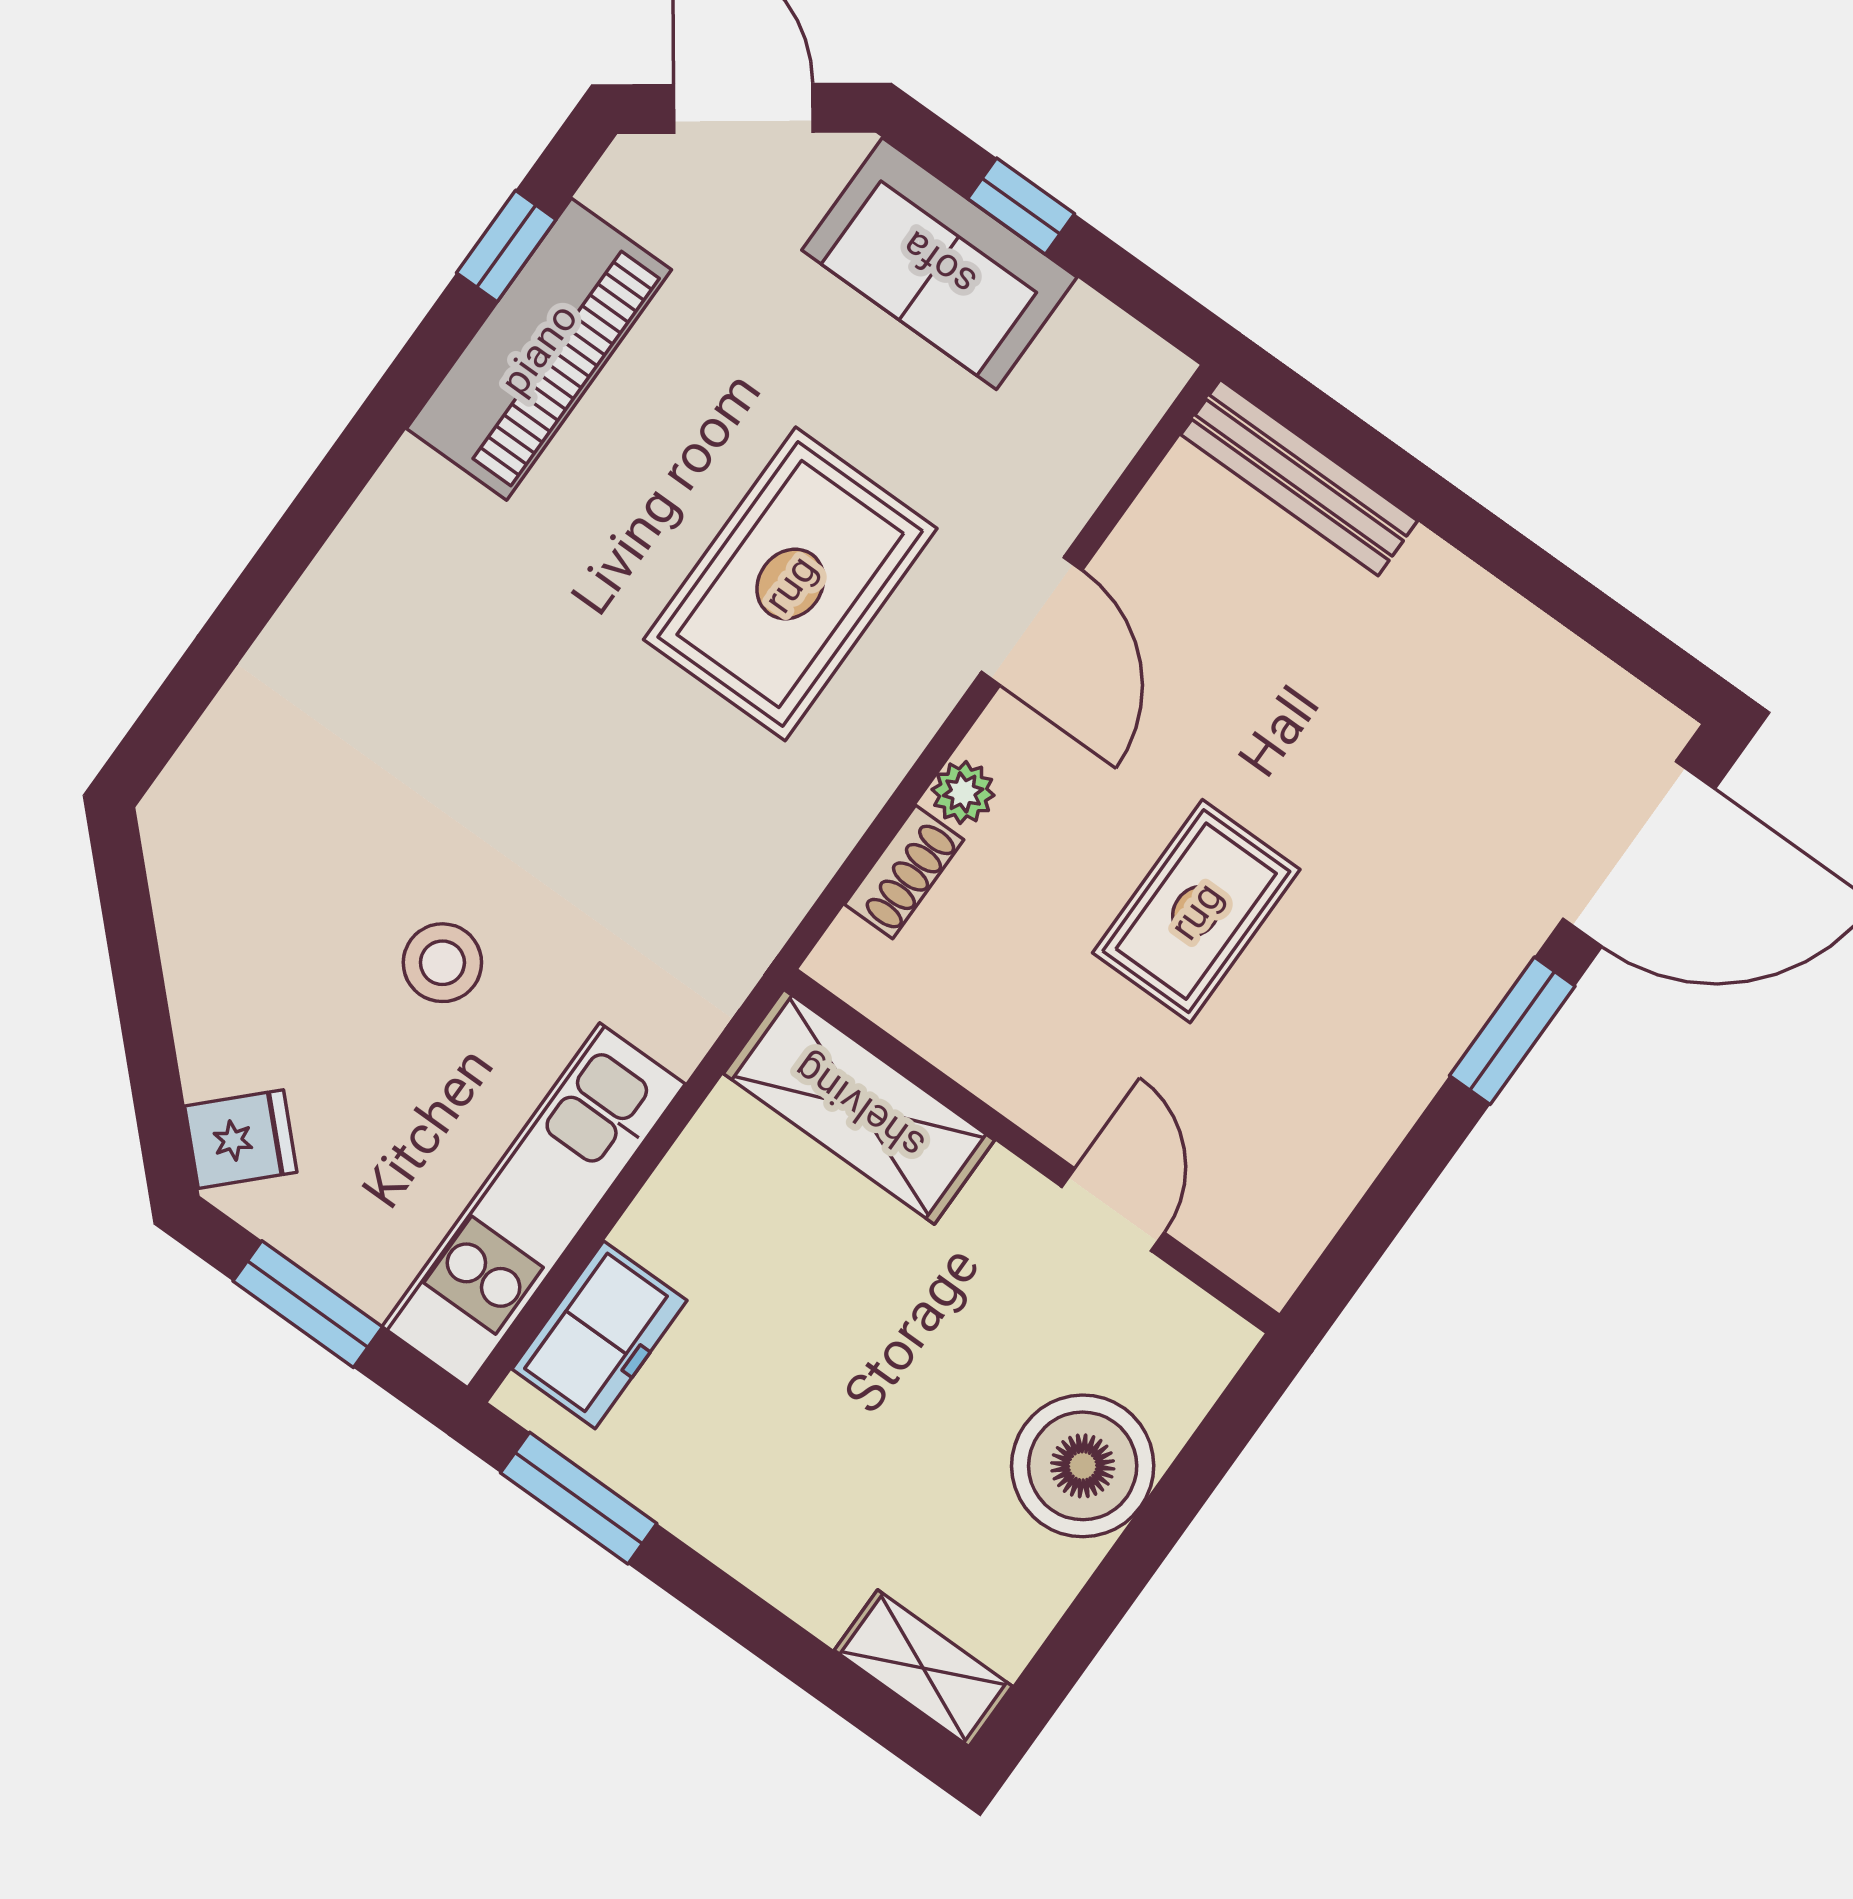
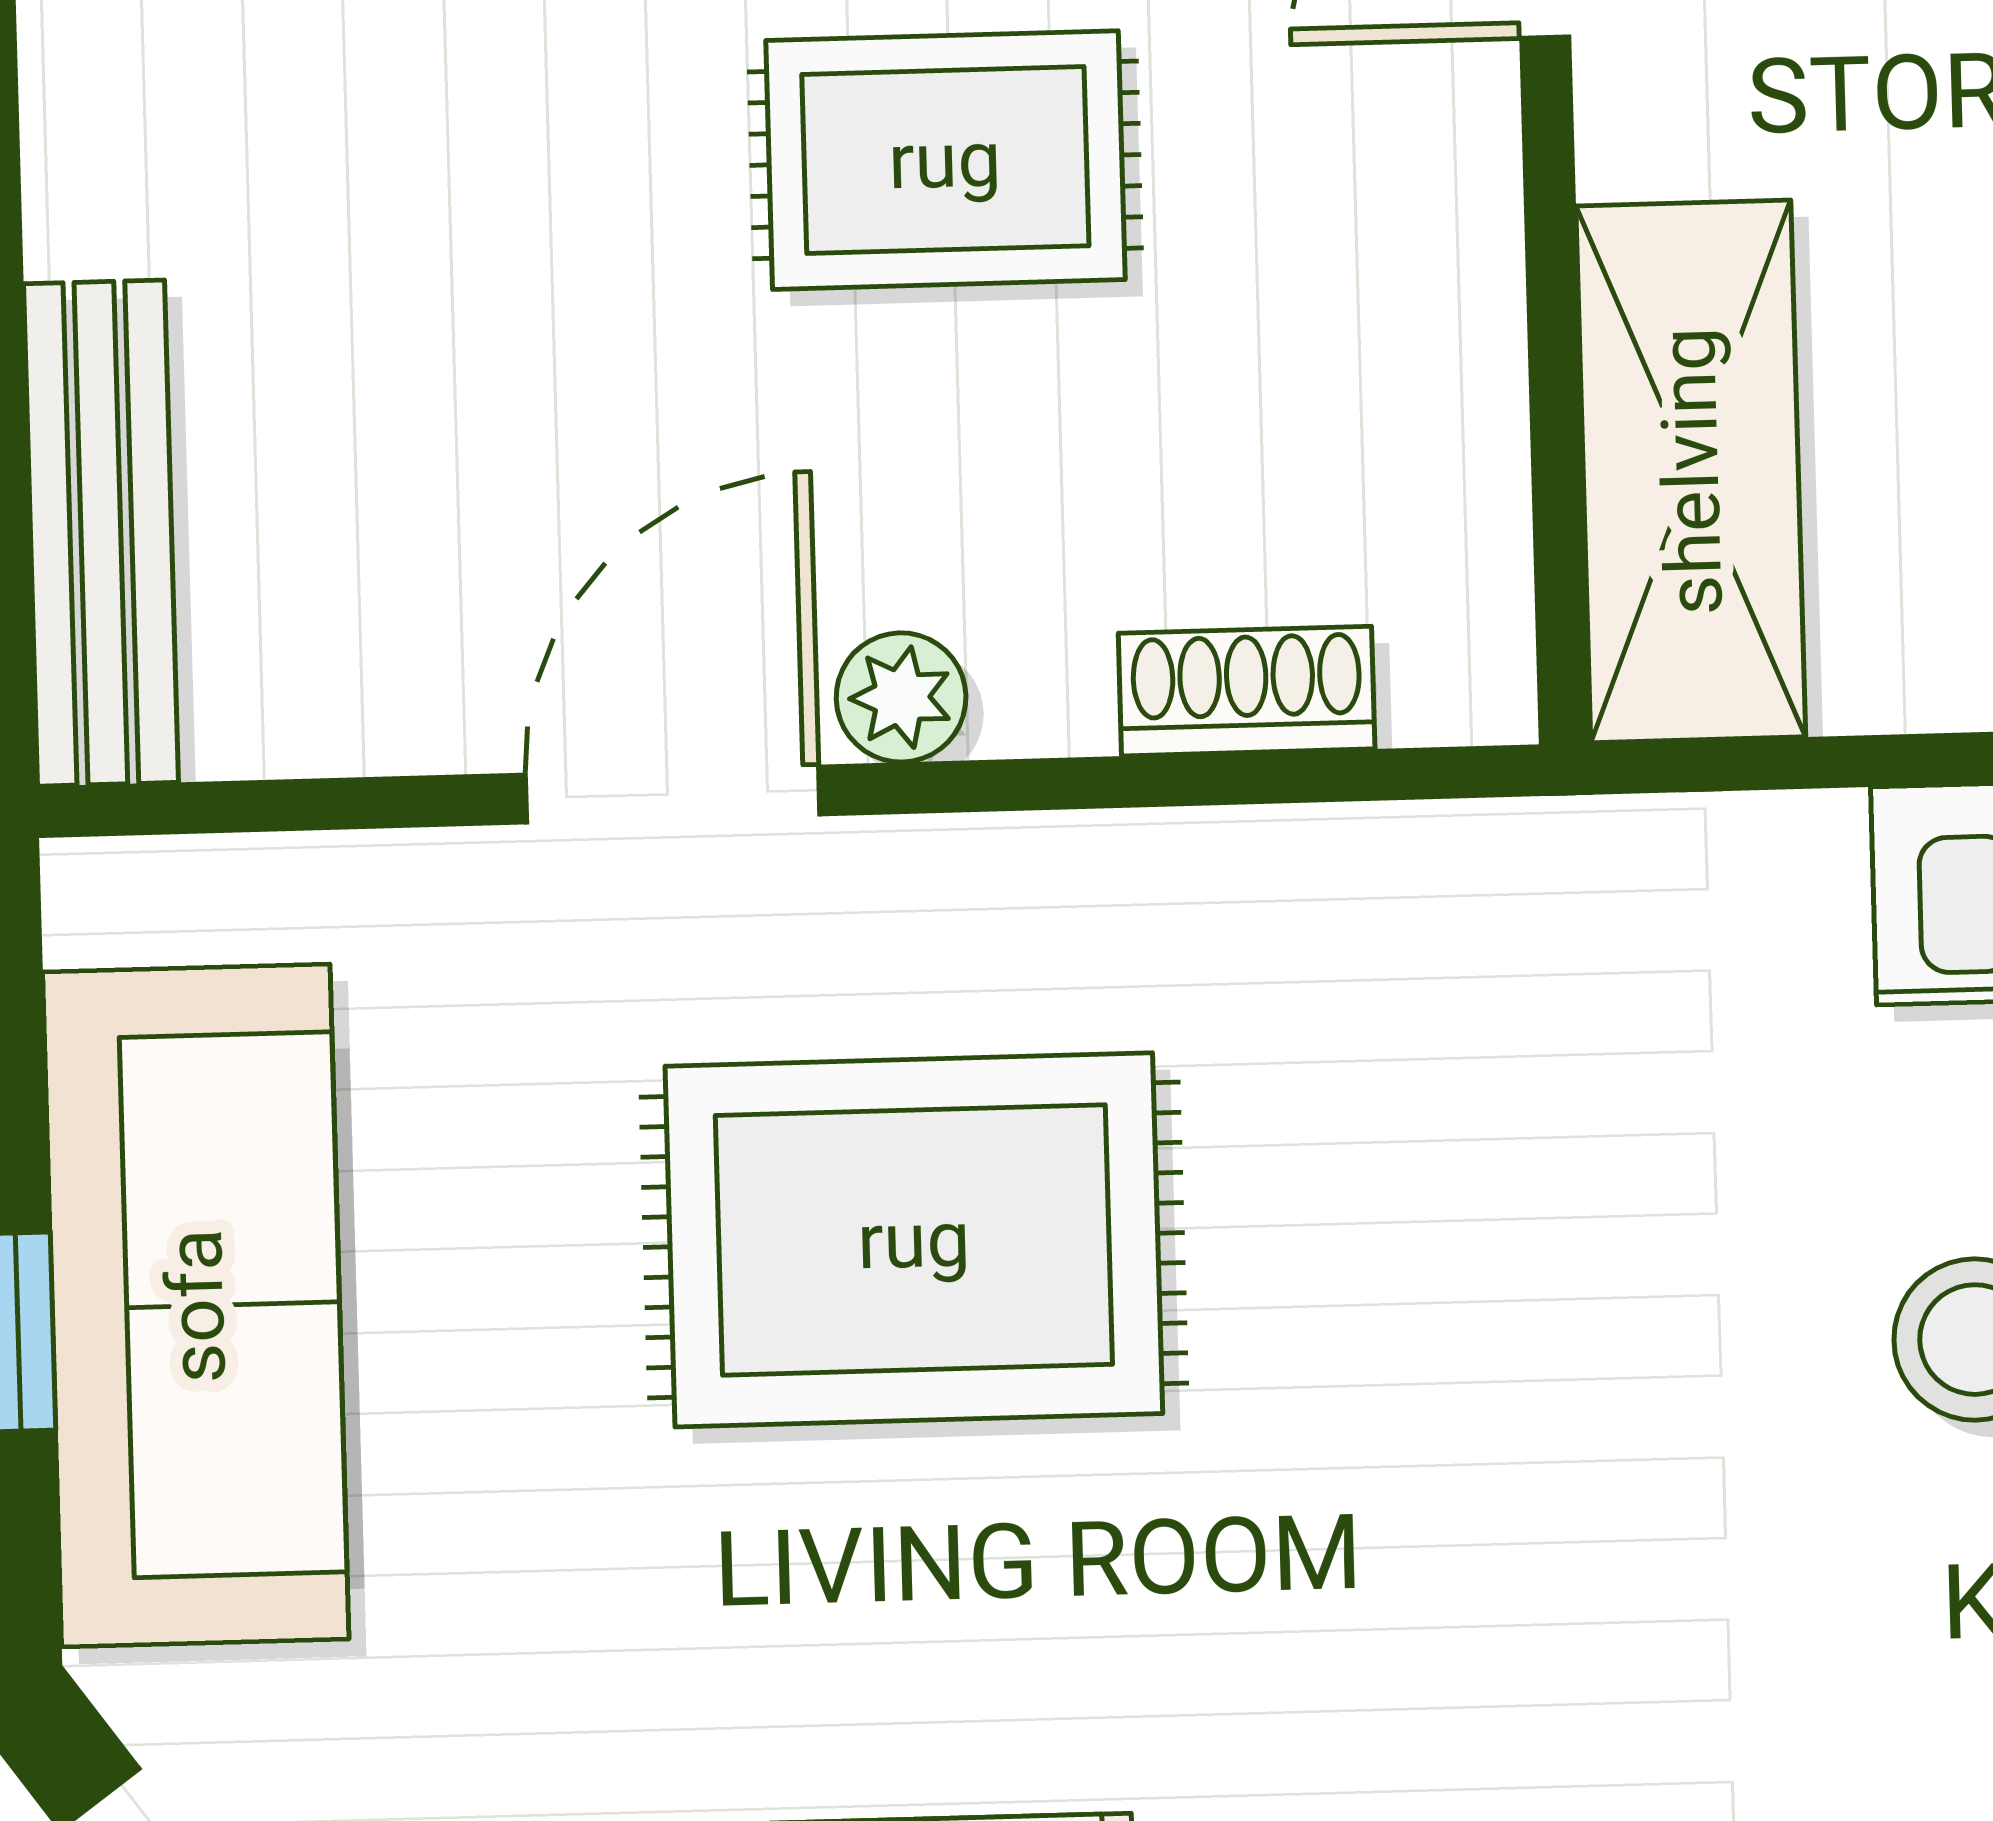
sofa: (939, 264) -> (196, 1306), width x1.36
plant: (963, 792) -> (901, 697), moved

